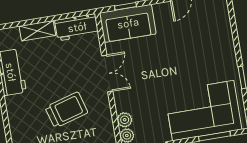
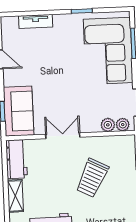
tv unit: (225, 30) -> (36, 21), added
trolley: (66, 110) -> (92, 178), turned -137

